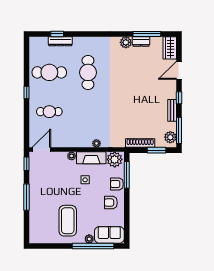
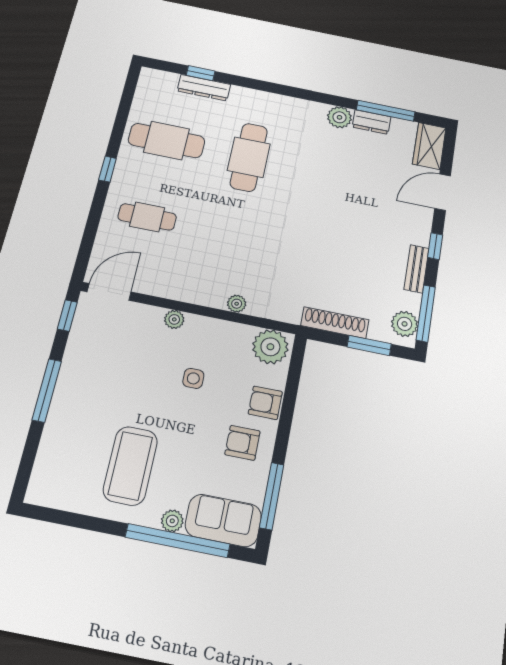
fireplace: (91, 158) -> (218, 332), removed
window: (127, 175) -> (272, 496), moved

